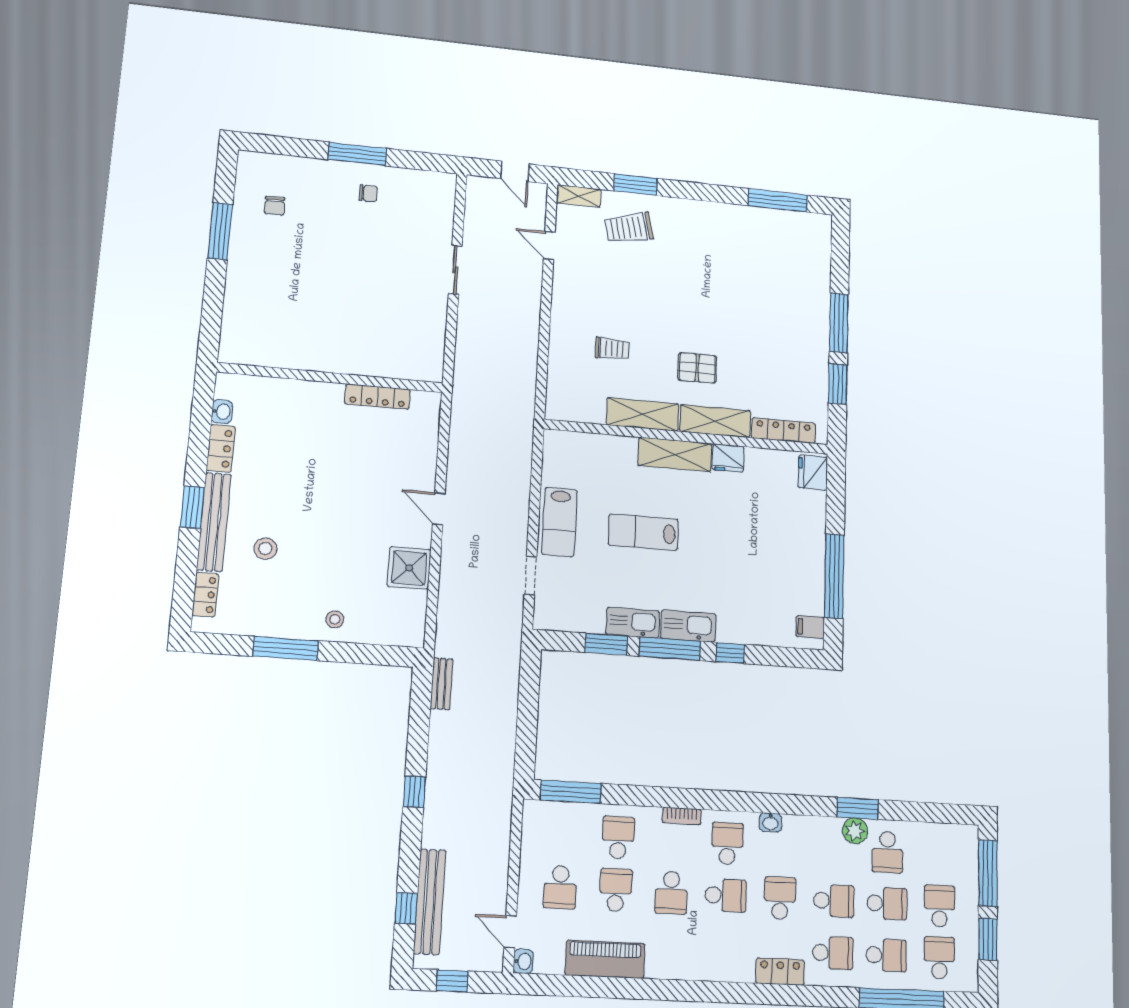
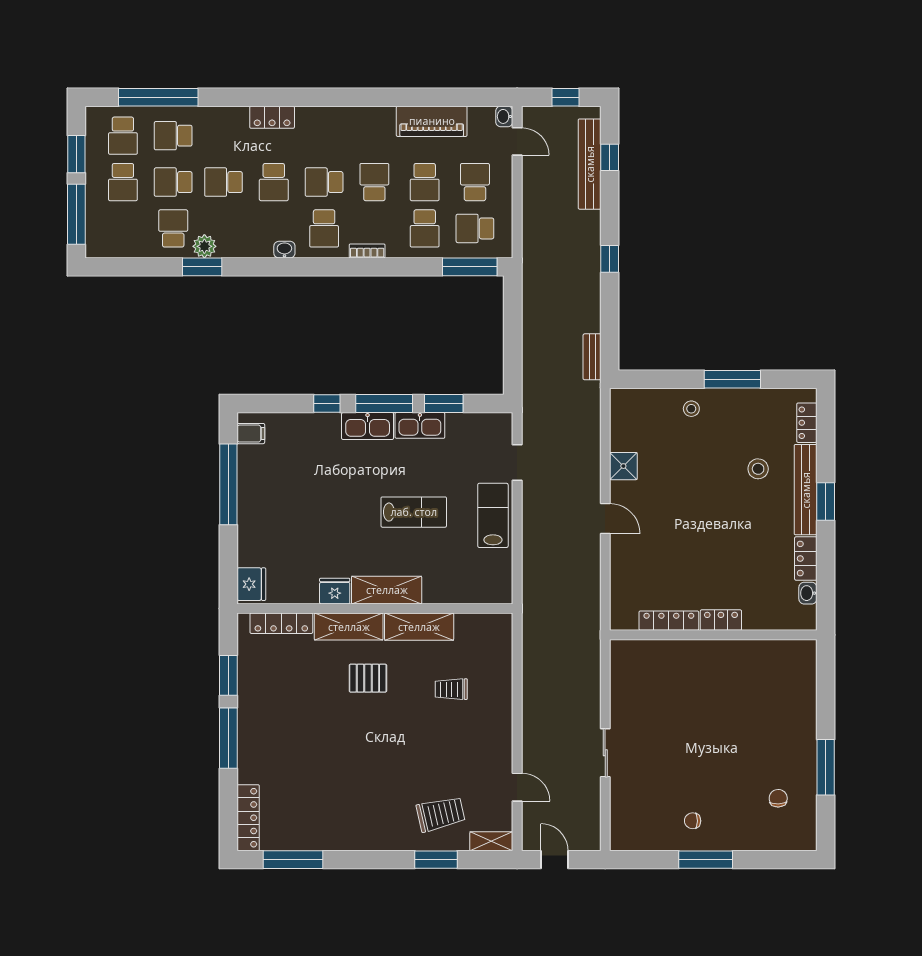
locker: (821, 245) -> (248, 818), added
locker: (321, 392) -> (721, 620), added
shower: (409, 568) -> (623, 466), width x0.73, depth x0.73
school desk: (833, 953) -> (475, 228), moved

